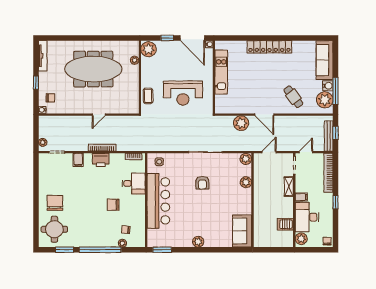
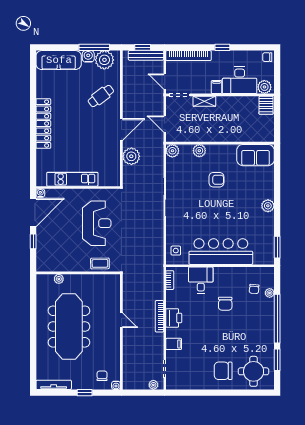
plant: (148, 49) -> (46, 263), removed
armchair: (202, 183) -> (216, 180), moved
server rack: (285, 224) -> (266, 105), moved

